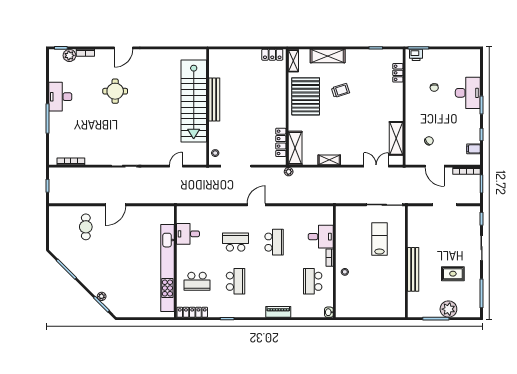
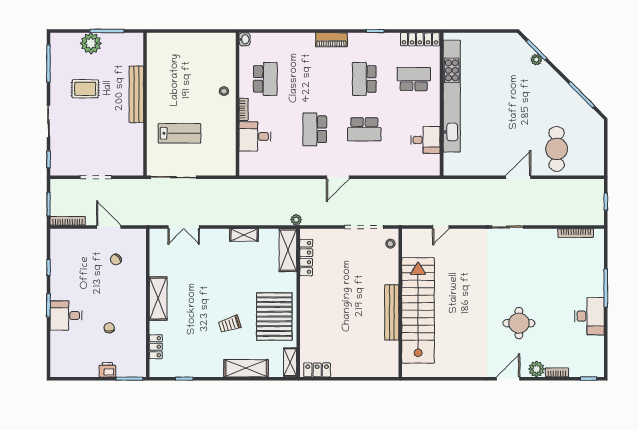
plant: (69, 55) -> (536, 369), moved
printer: (416, 55) -> (107, 370), moved
desk: (468, 93) -> (66, 315), width x0.73
shelving: (396, 138) -> (158, 299), moved
filing cabinet: (474, 149) -> (59, 249), removed
cafe table: (86, 227) -> (557, 149), width x1.37, depth x1.35
lab bench: (379, 239) -> (179, 133), turned -90
piano: (278, 312) -> (331, 40), moved

